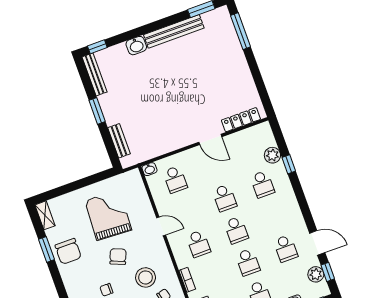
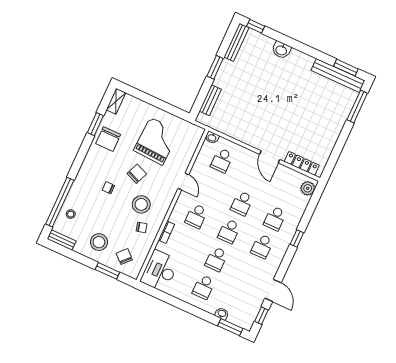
bench: (174, 31) -> (338, 75), moved
plant: (272, 155) -> (308, 188), moved
window: (289, 164) -> (297, 238), moved
school desk: (286, 248) -> (262, 246), moved
plant: (316, 274) -> (252, 310), removed

